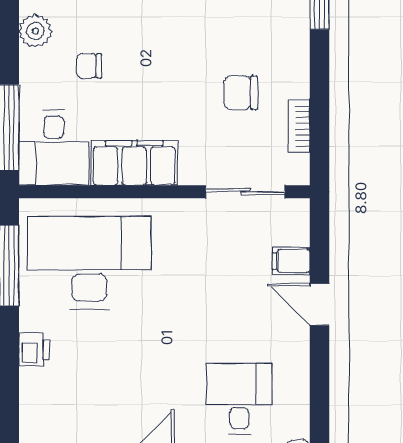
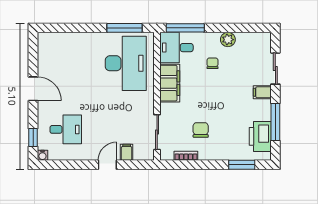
printer: (34, 349) -> (87, 39), removed

